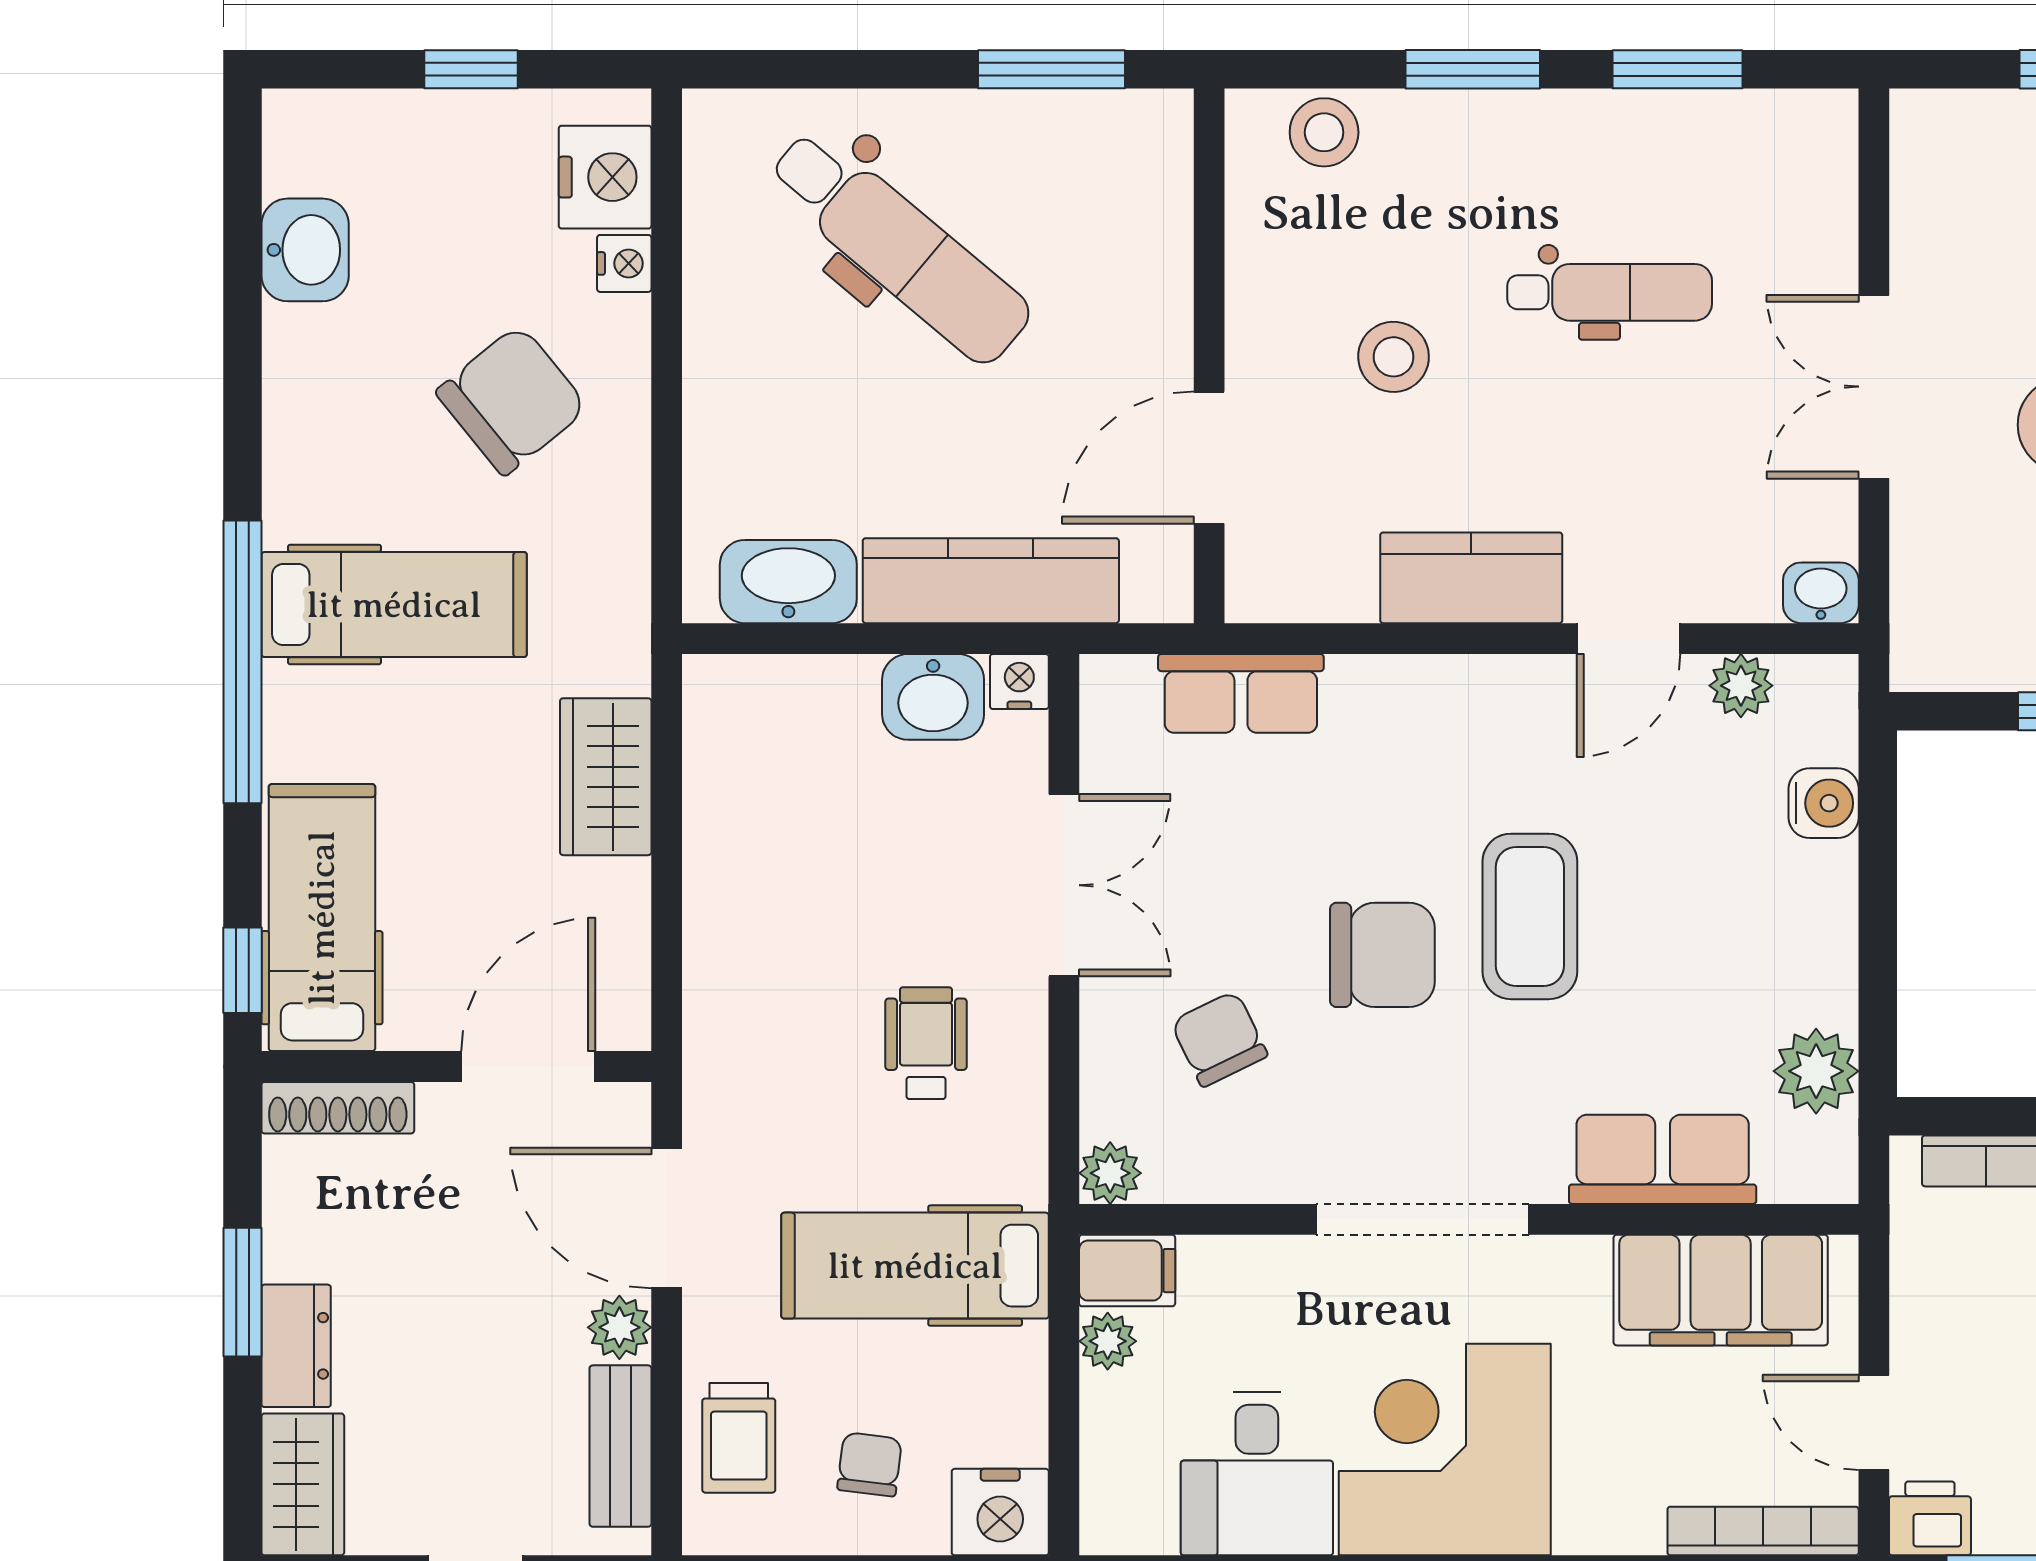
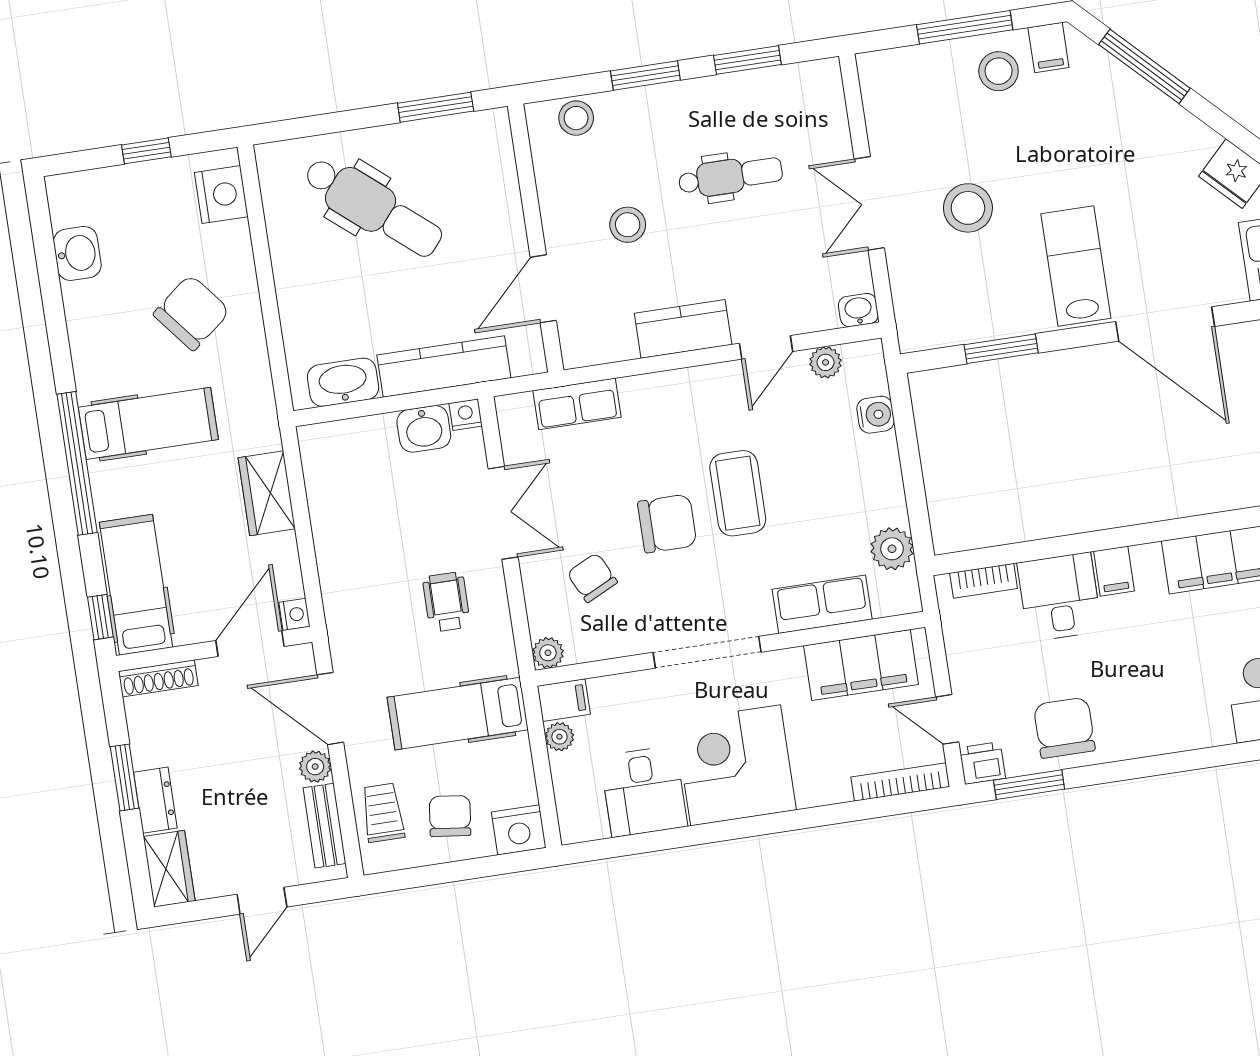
nightstand: (624, 263) -> (294, 614), moved
trolley: (739, 1438) -> (383, 813), turned 180
chair: (870, 1464) -> (450, 816), width x1.37, depth x1.37

